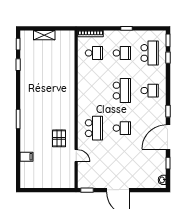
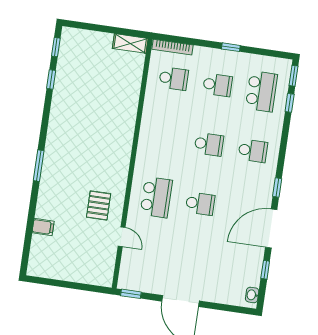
shelving: (44, 35) -> (130, 43), moved
school desk: (122, 91) -> (209, 144), width x0.54

